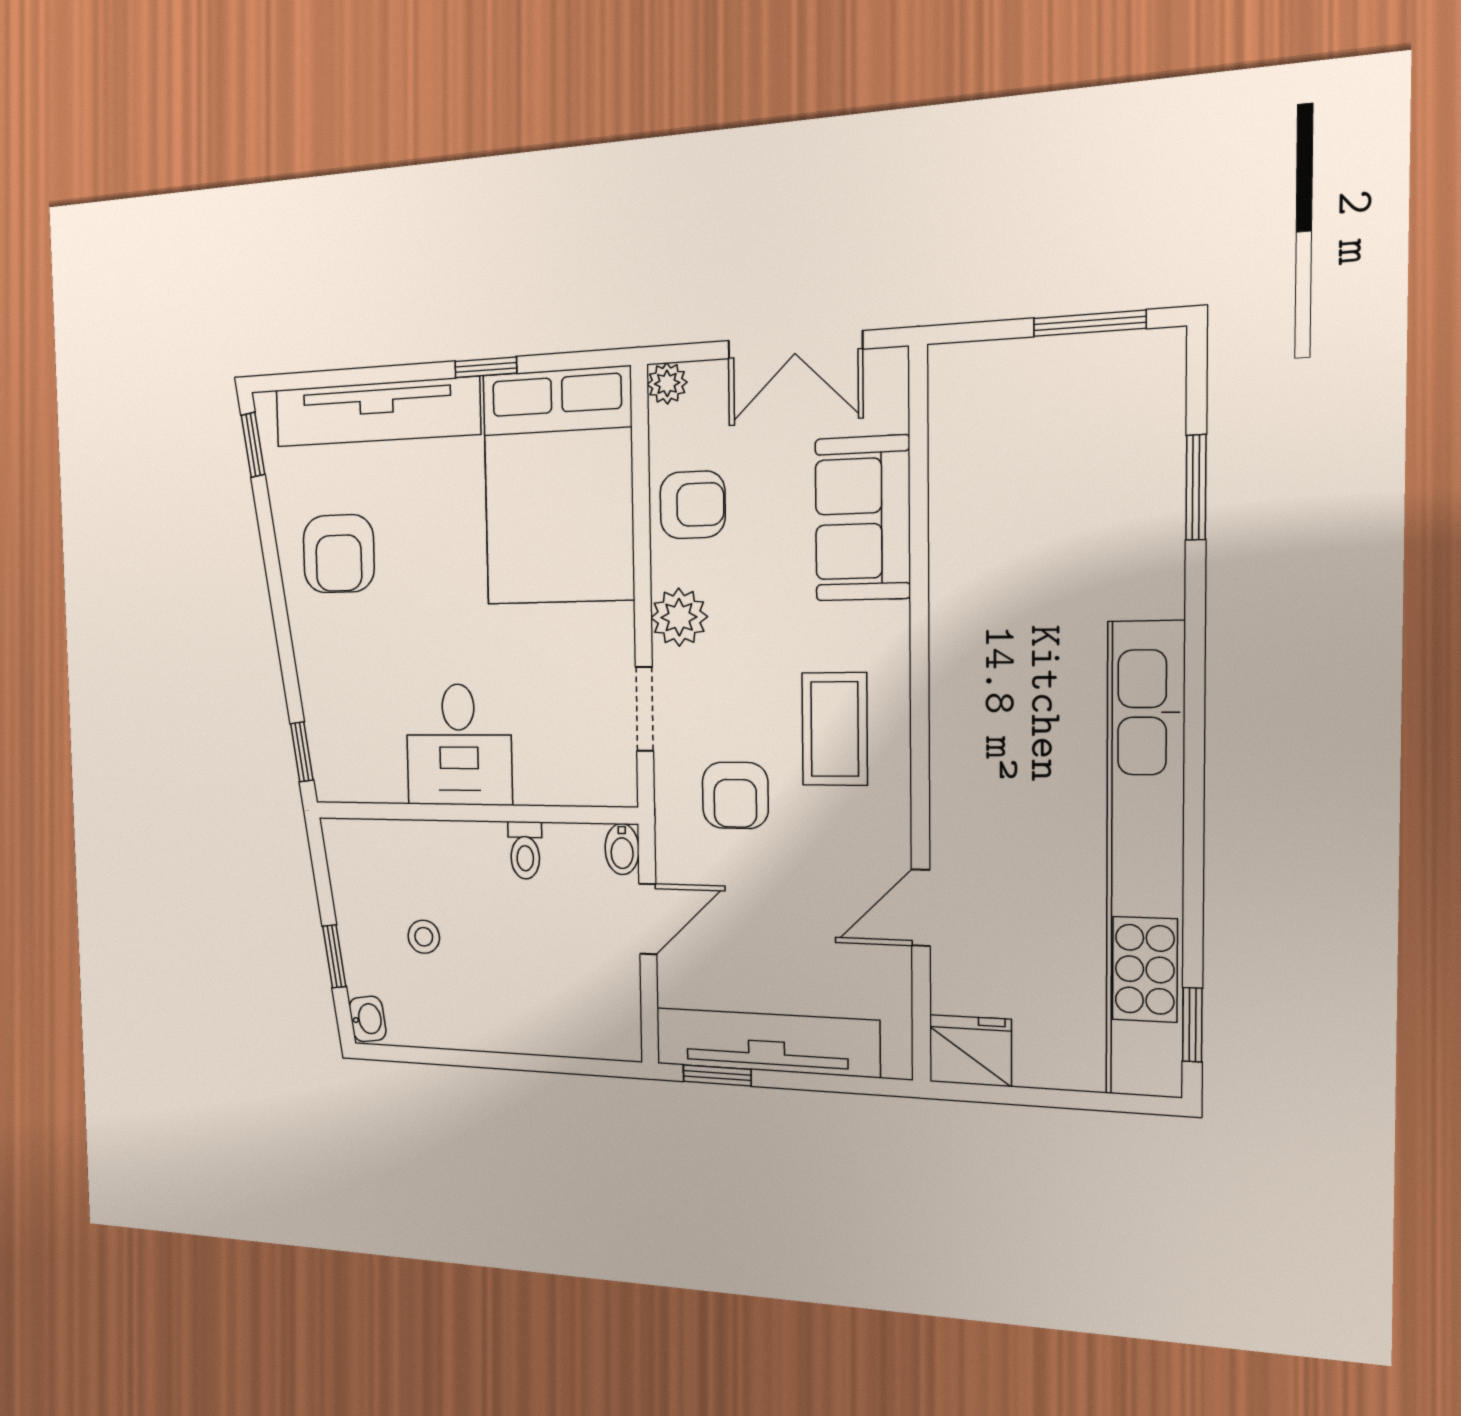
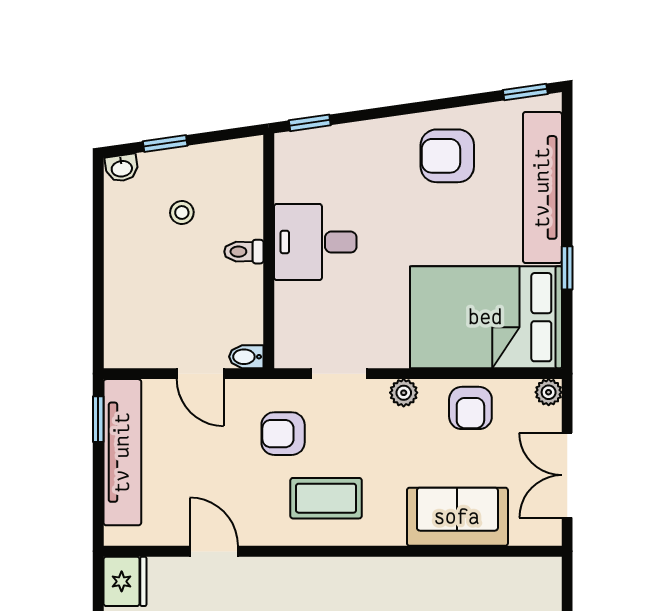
plant: (679, 617) -> (404, 393), width x0.73, depth x0.73
toilet: (525, 850) -> (244, 252), moved

